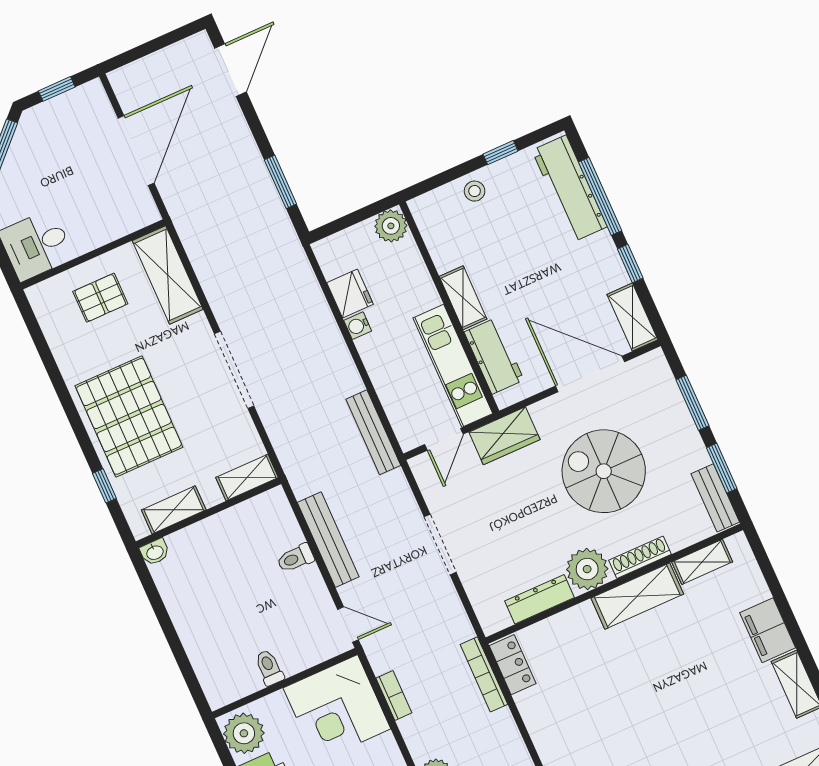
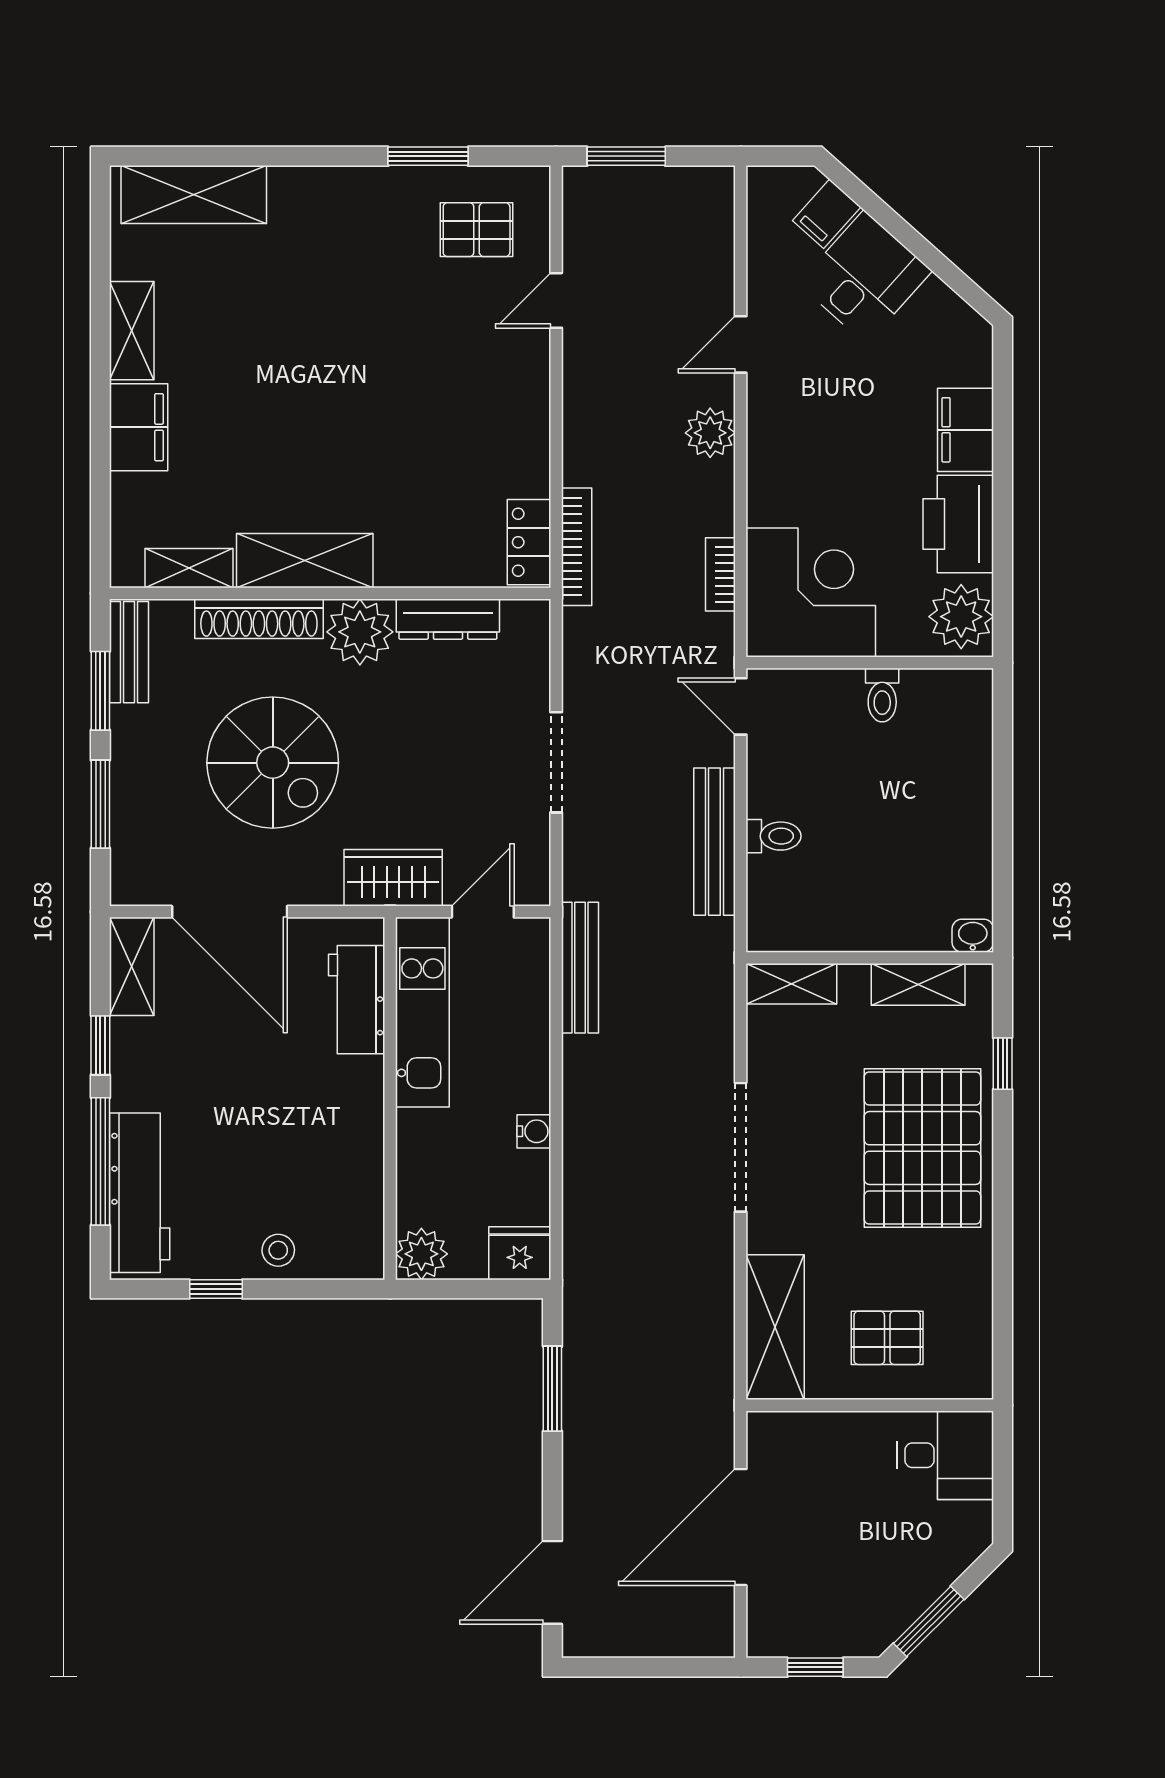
fridge: (350, 294) -> (520, 1253), moved, turned 90
shelving: (463, 298) -> (364, 1104), removed
shoe rack: (640, 557) -> (259, 619), width x1.36, depth x1.24

